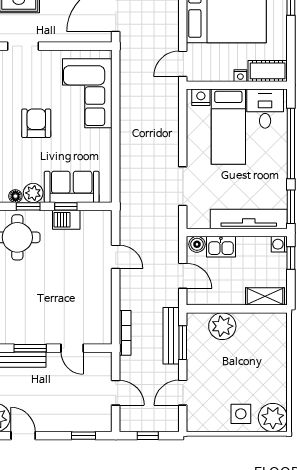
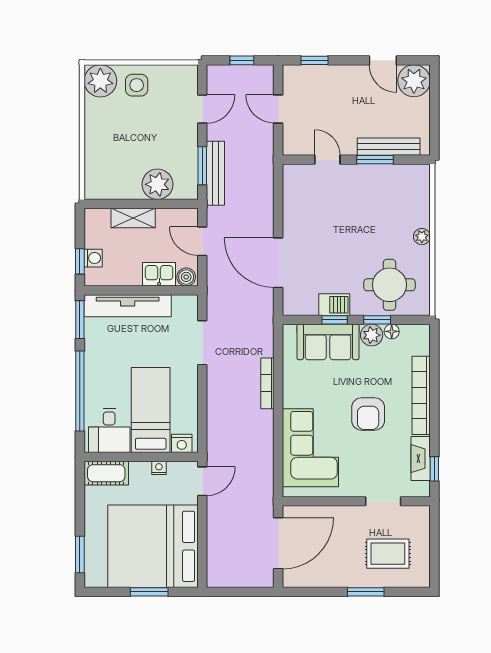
nightstand: (240, 76) -> (159, 468), moved
washing machine: (279, 244) -> (93, 258), moved
door: (116, 257) -> (278, 263), width x1.88
shelving: (265, 296) -> (133, 218), moved
bookcase: (125, 333) -> (267, 383), moved

